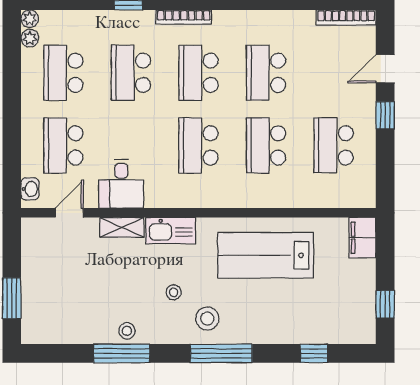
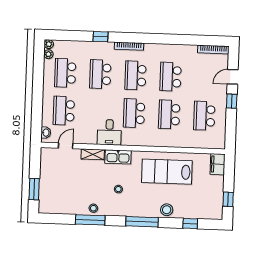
desk: (121, 184) -> (109, 132), moved
stool: (207, 319) -> (167, 210), moved

